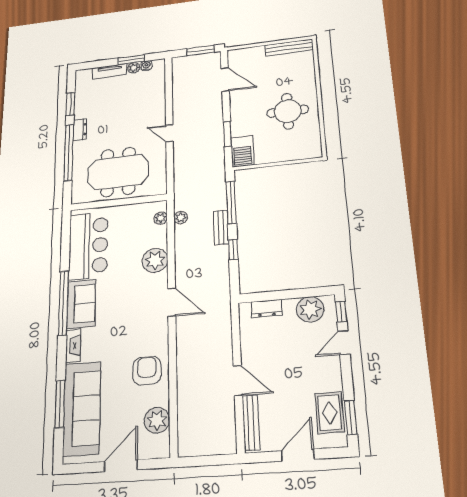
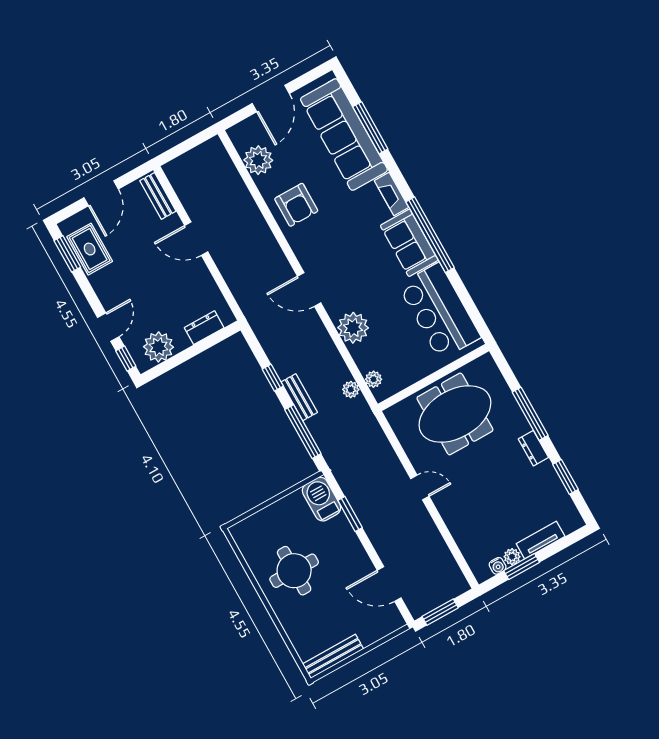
window: (69, 152) -> (530, 414), width x0.68
bench: (251, 423) -> (158, 196), width x0.73

